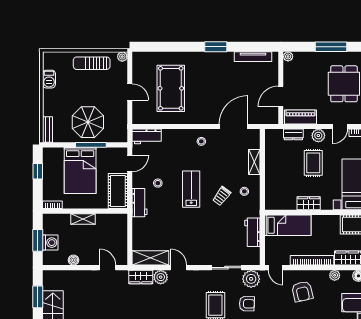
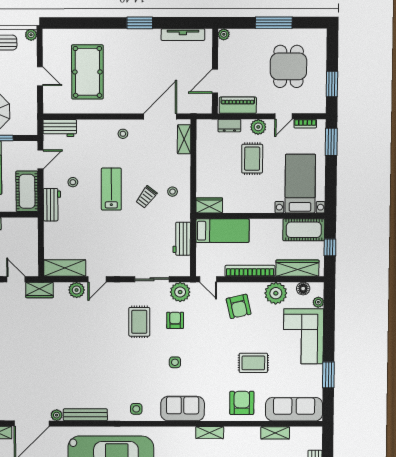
shelving: (254, 162) -> (184, 139), moved
wardrobe: (309, 203) -> (209, 205), moved
door: (179, 268) -> (97, 279), swing flipped
plant: (335, 275) -> (276, 293), width x1.88, depth x1.88
wardrobe: (141, 277) -> (39, 290), moved
armchair: (247, 304) -> (175, 320), turned -92

